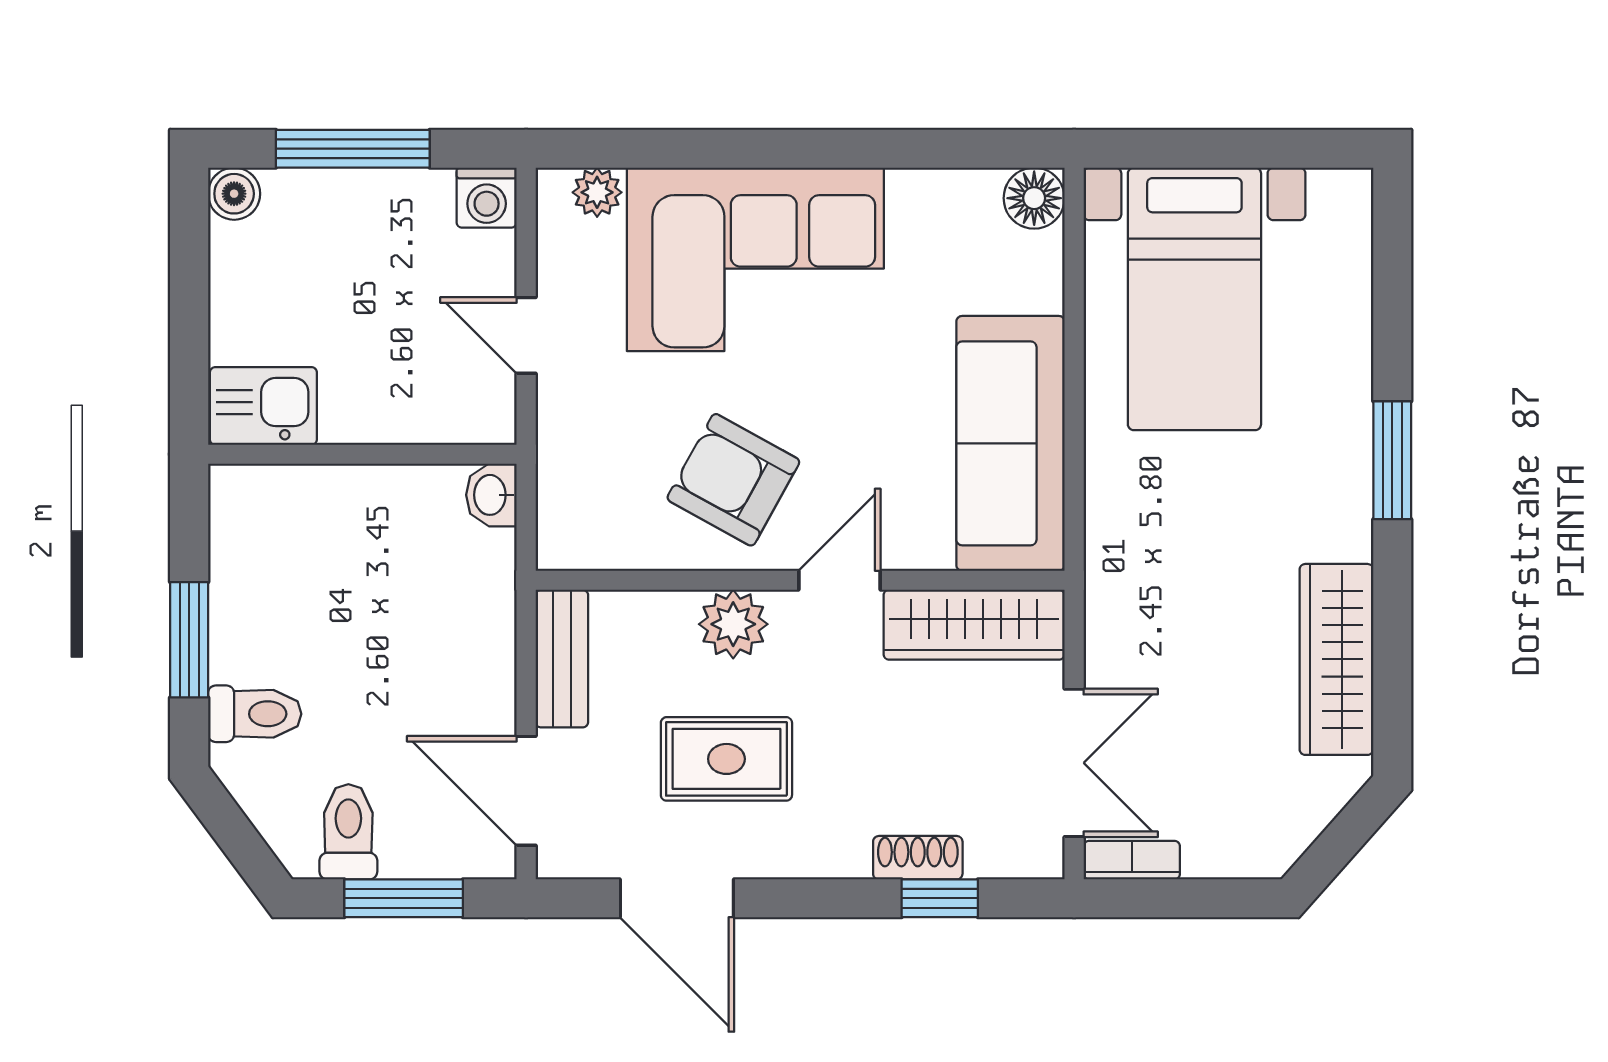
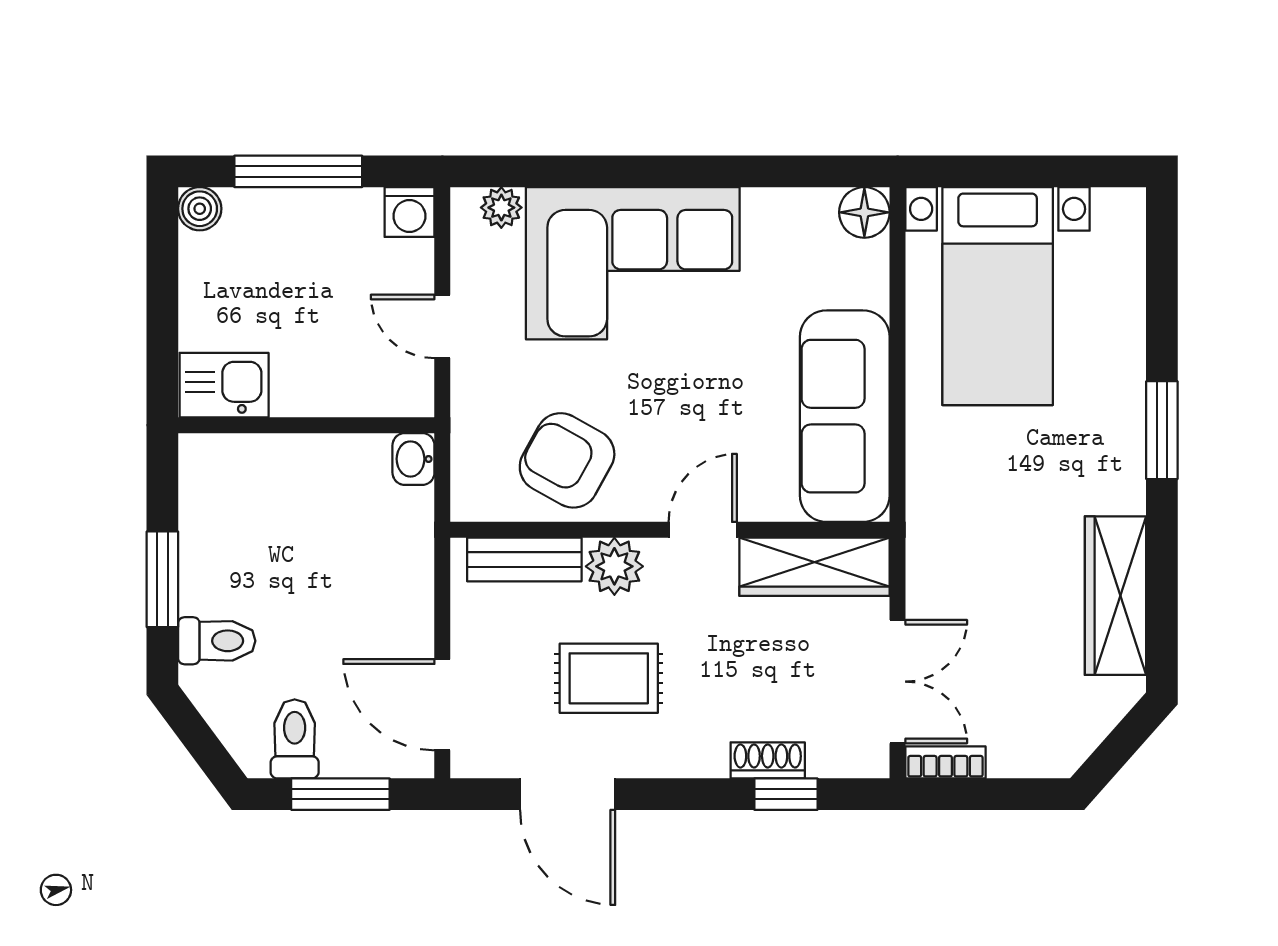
armchair: (733, 480) -> (567, 460), moved
bench: (562, 659) -> (524, 560), moved, turned 90

